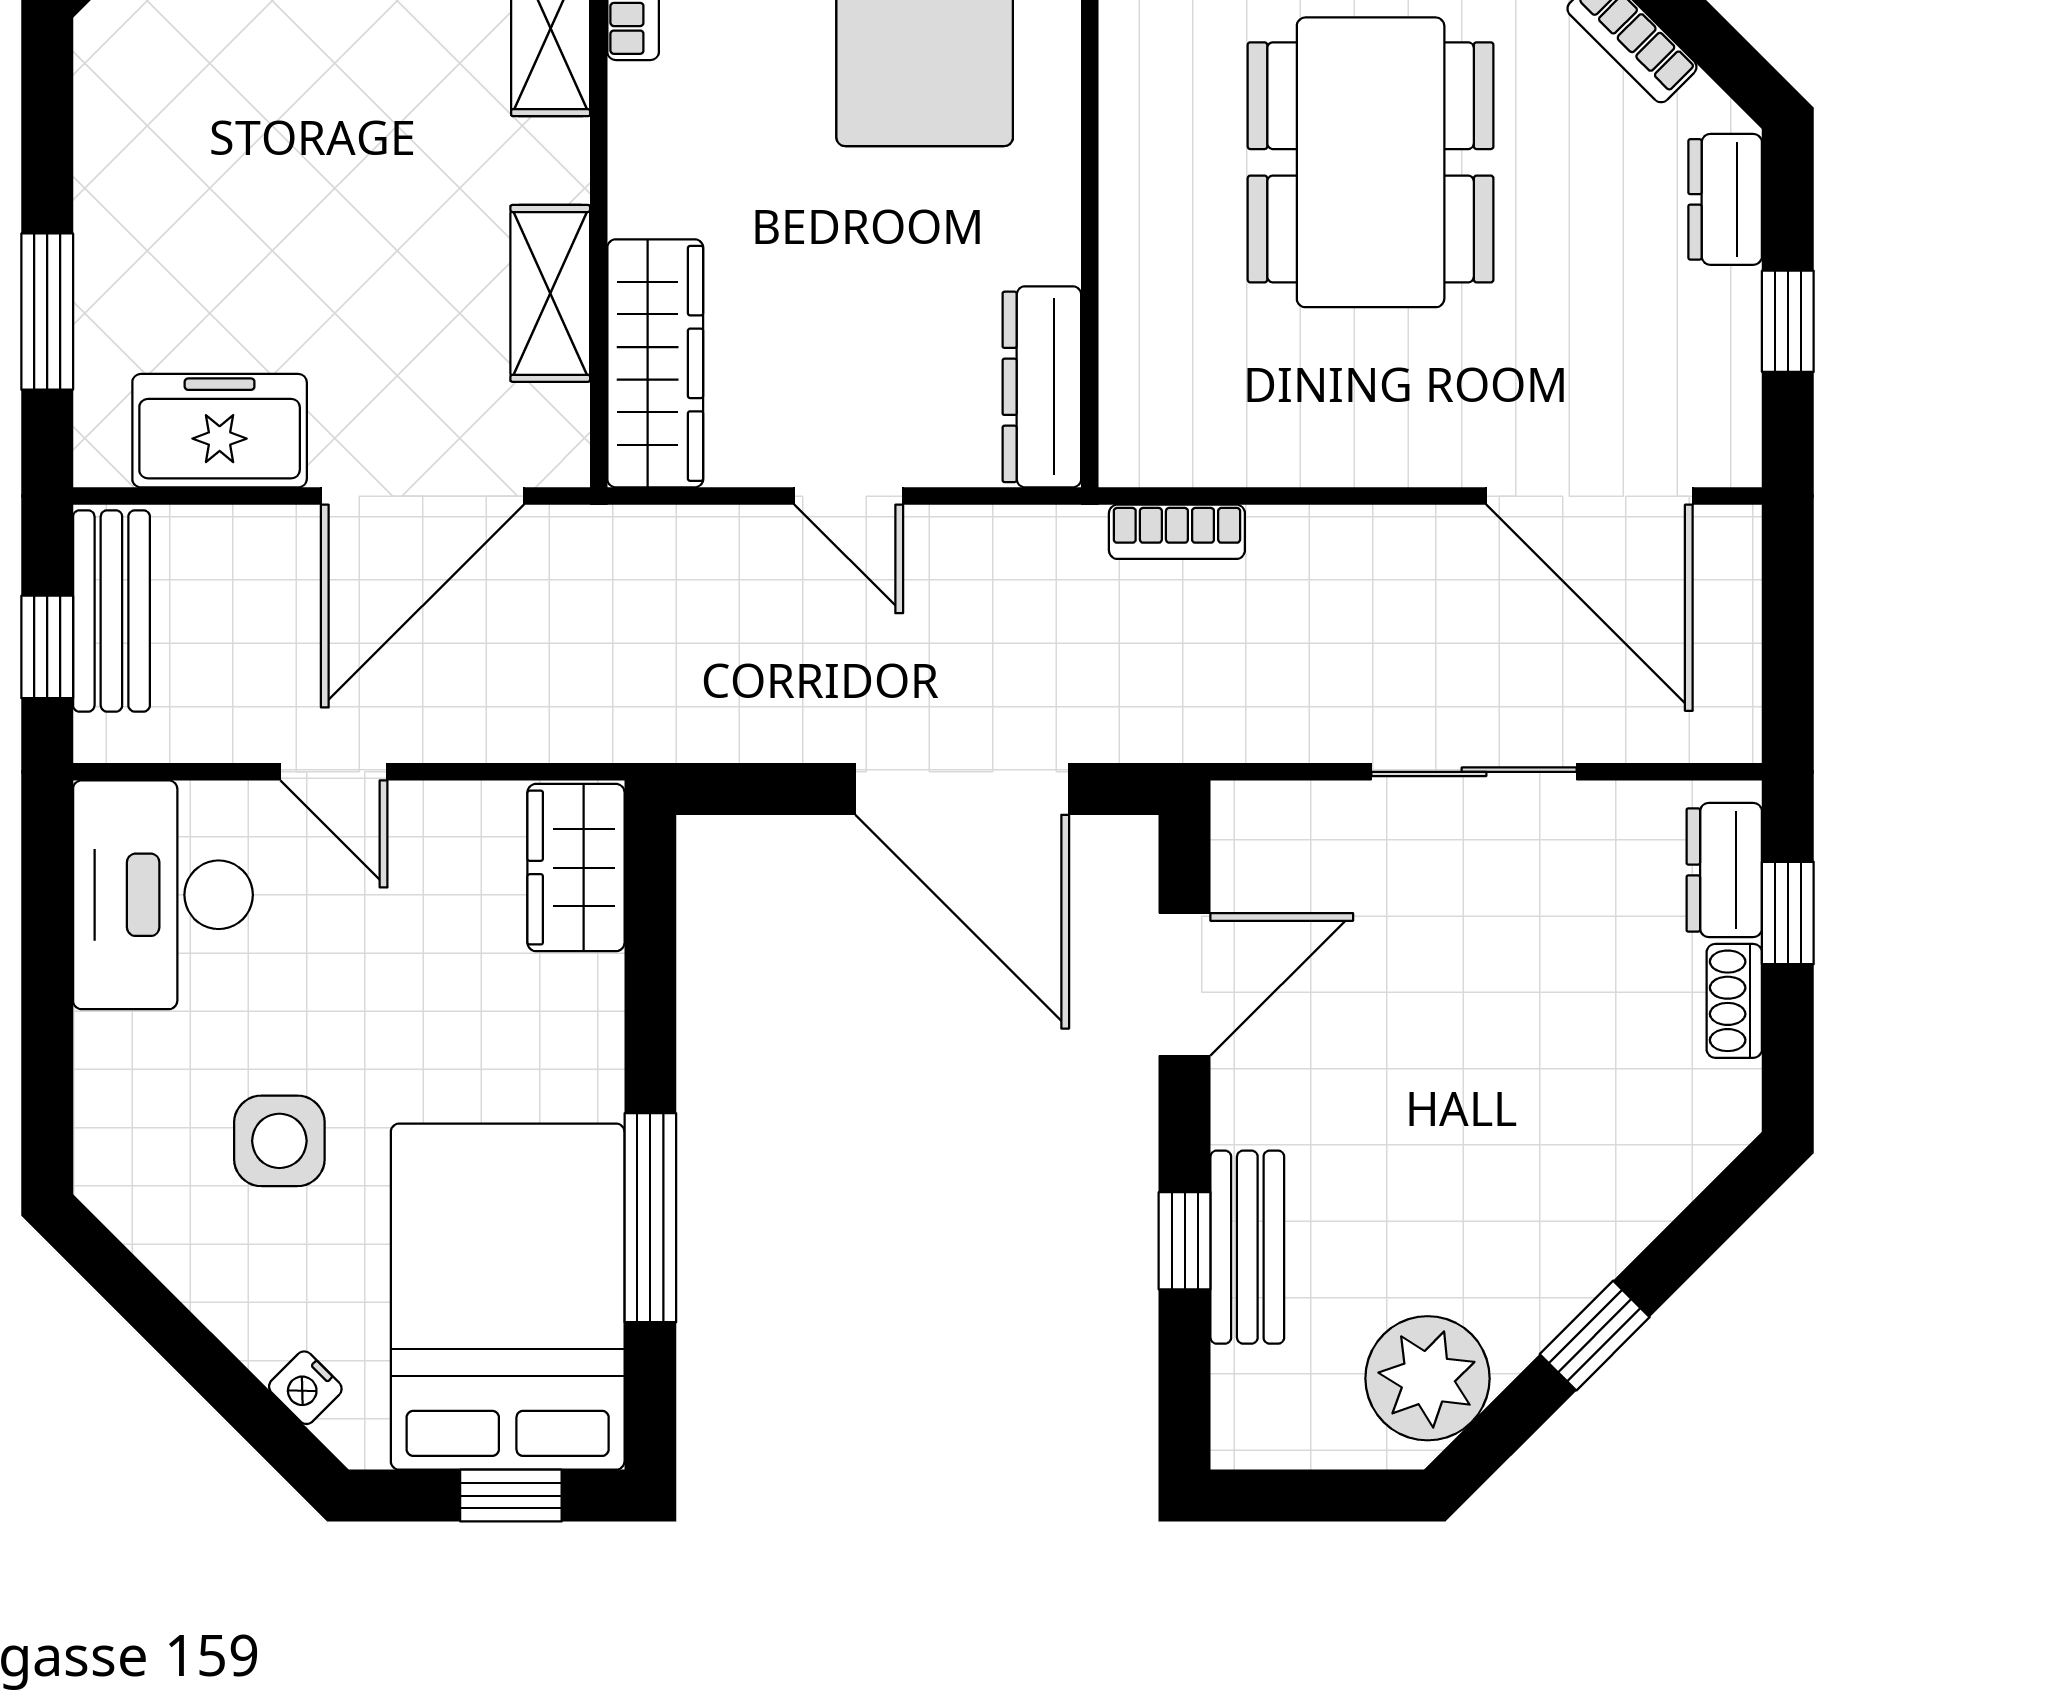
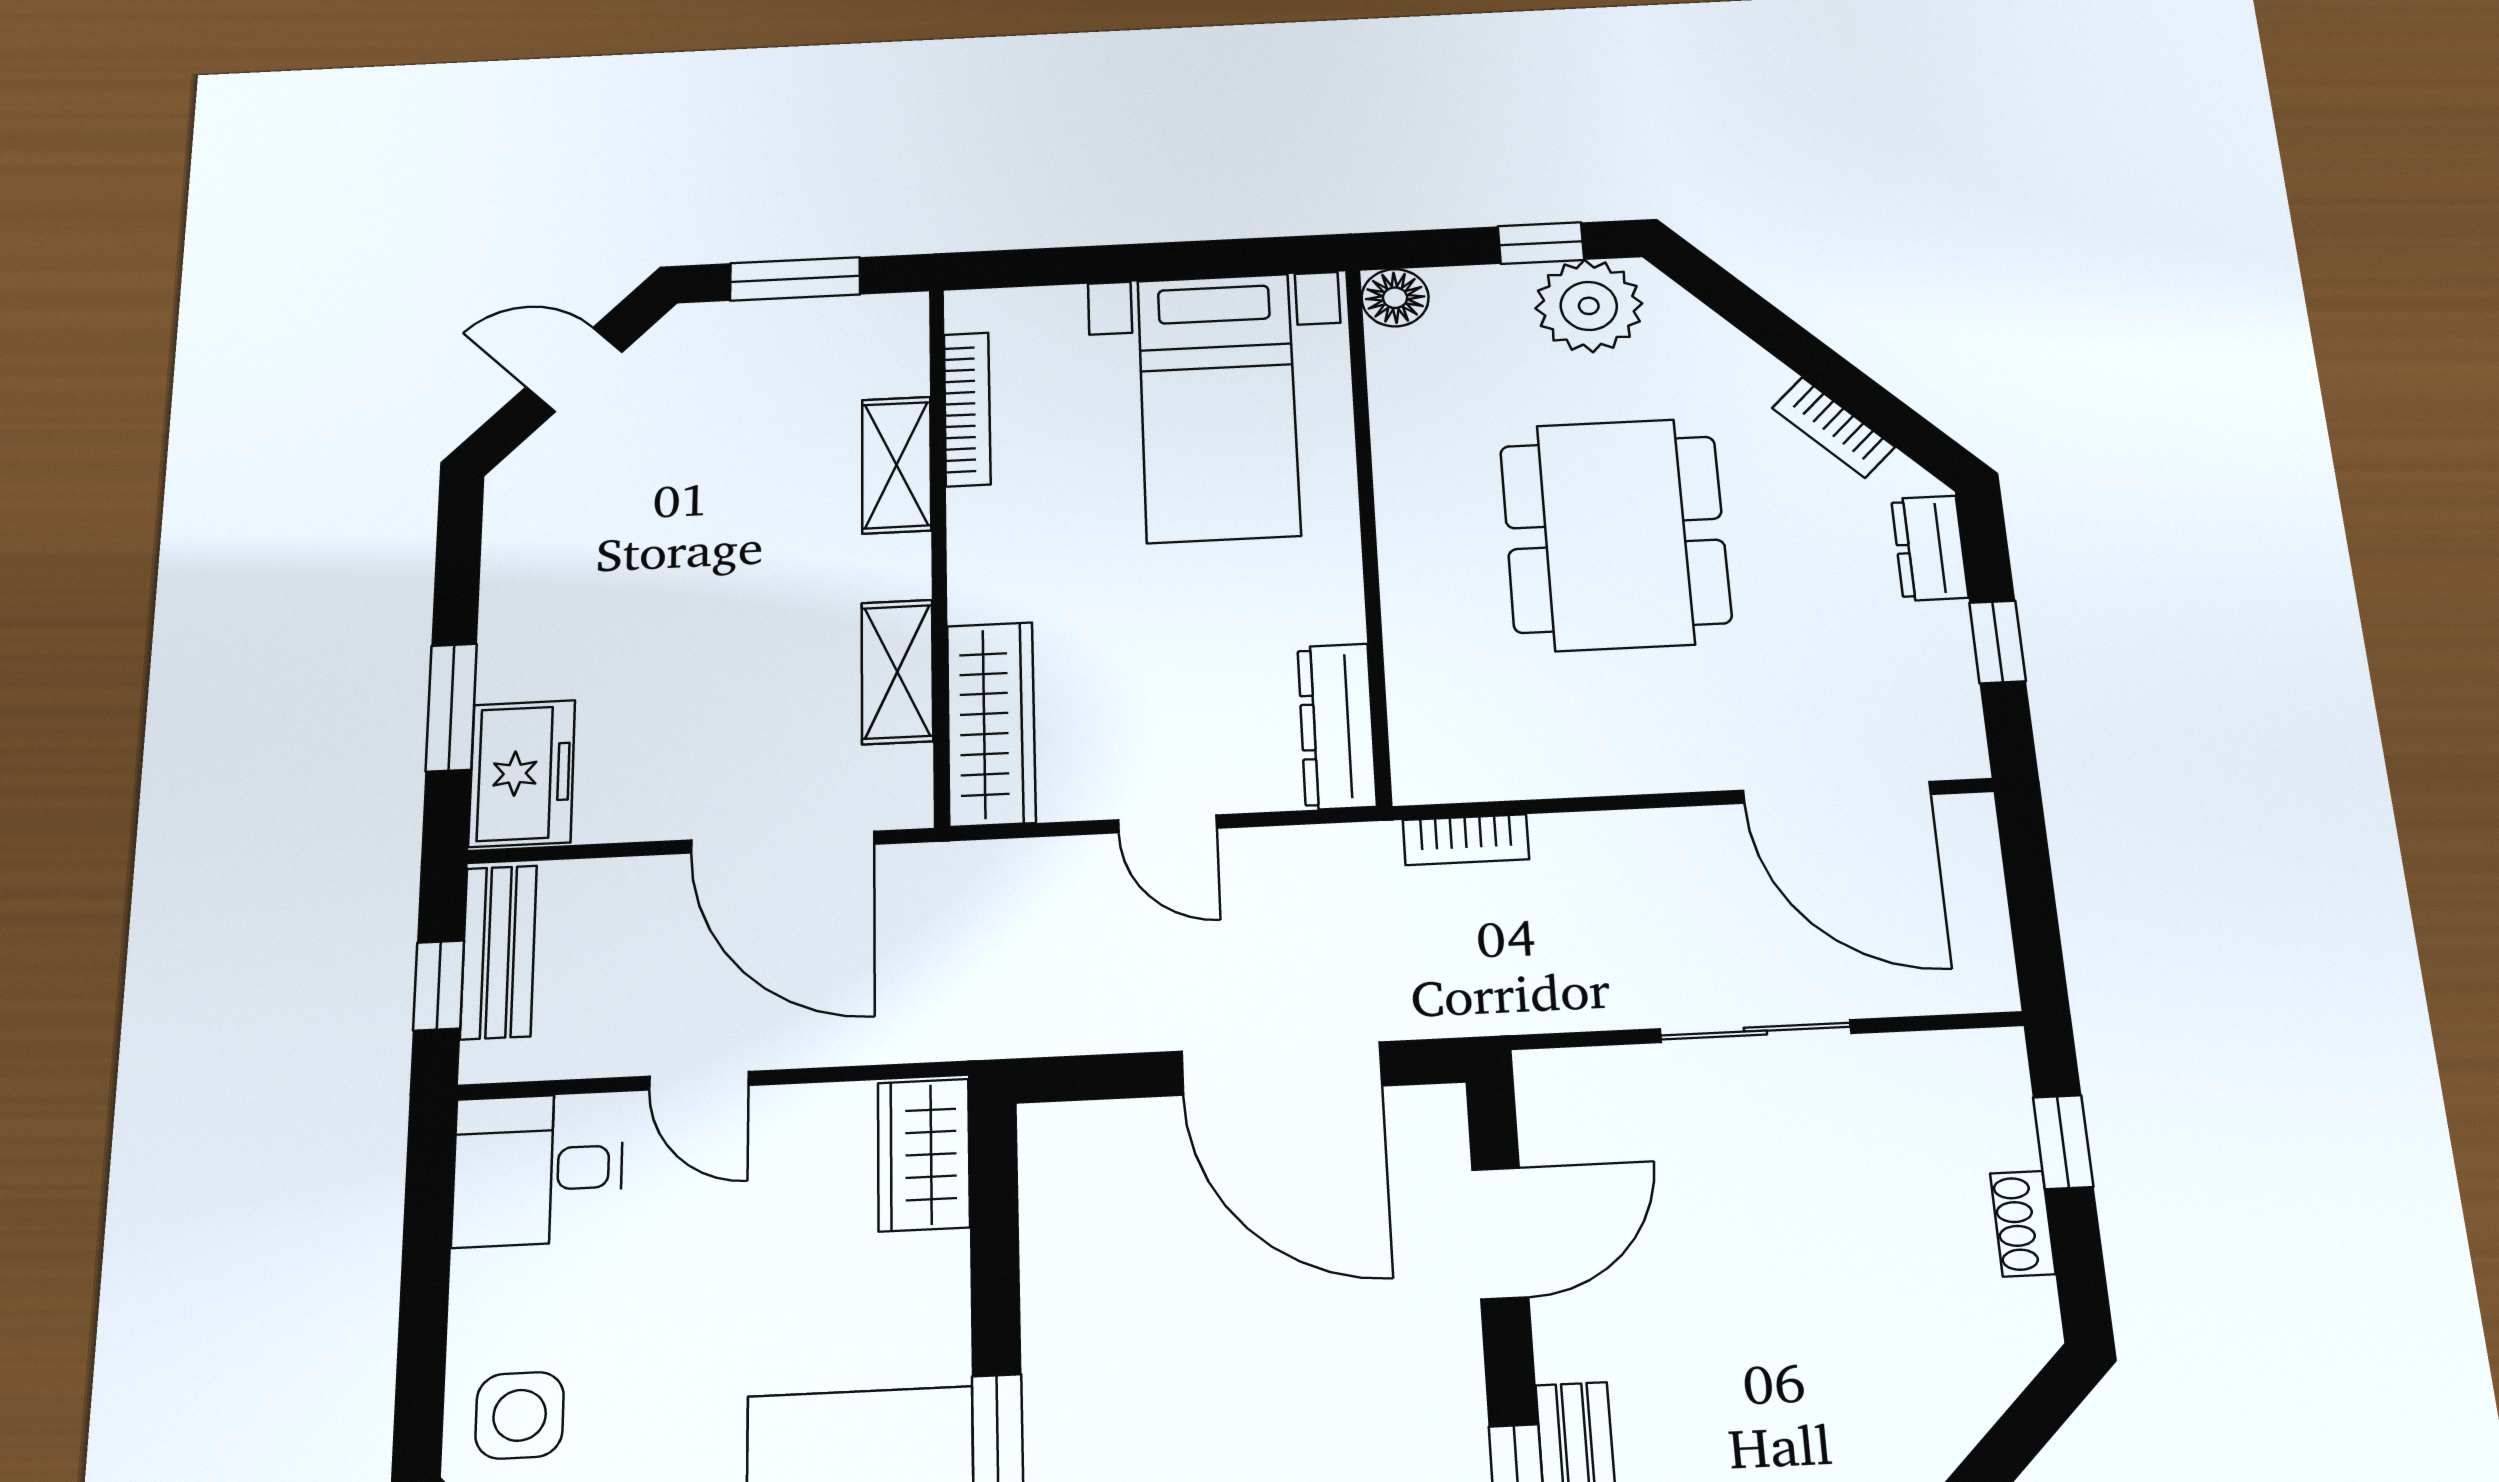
freezer: (220, 431) -> (522, 773), moved, turned 90
door: (422, 496) -> (783, 842), hinge flipped
dresser: (1724, 870) -> (1998, 1107), removed
desk: (163, 895) -> (538, 1169), width x0.73
side table: (279, 1141) -> (520, 1415), moved

